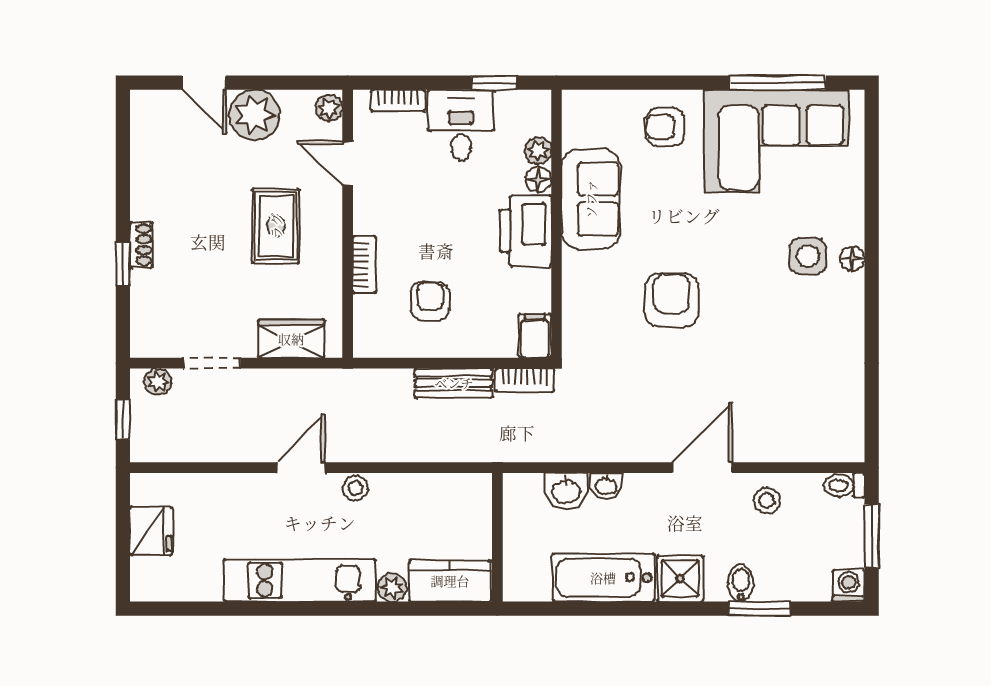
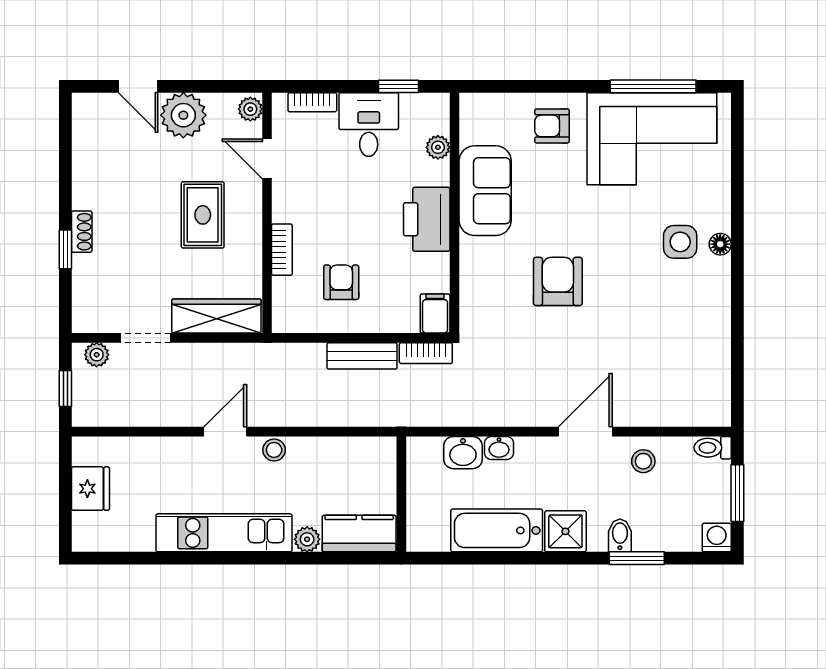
floor lamp: (538, 179) -> (438, 173), removed
wardrobe: (291, 339) -> (216, 316), width x1.50

